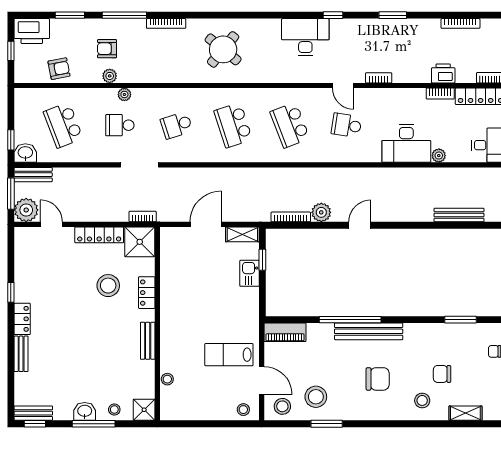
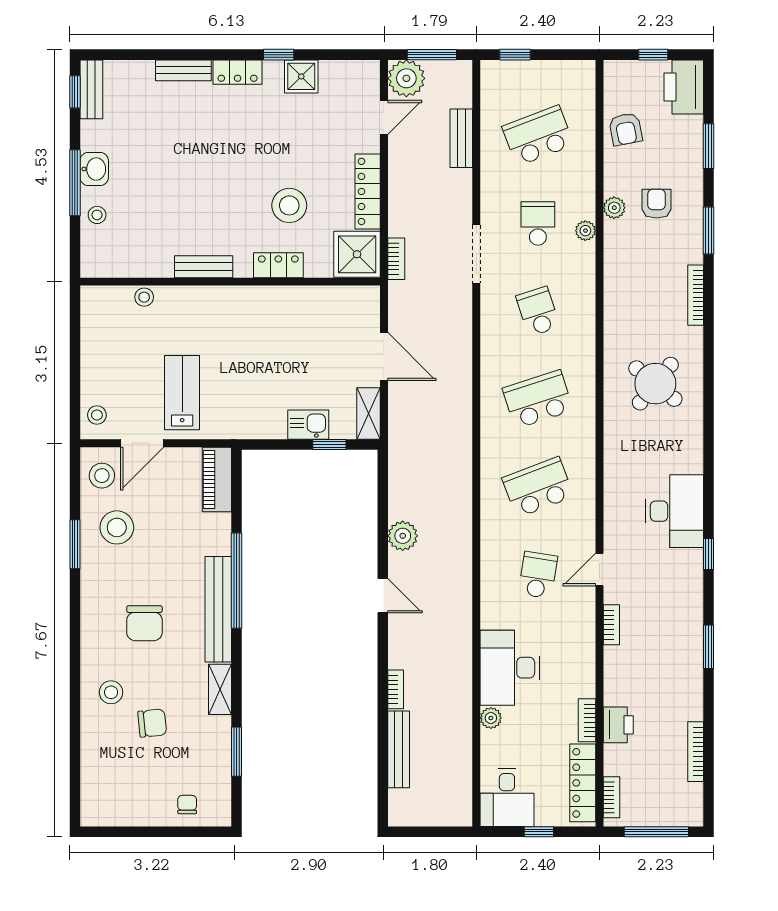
window: (124, 15) -> (708, 230), width x0.69
washbasin: (25, 153) -> (495, 77), removed
bench: (33, 175) -> (461, 138), moved
bookcase: (291, 217) -> (396, 689), moved, width x0.64
chair: (442, 374) -> (152, 723), turned 84
shower: (144, 410) -> (301, 76), moved
shelving: (465, 413) -> (220, 689), moved

